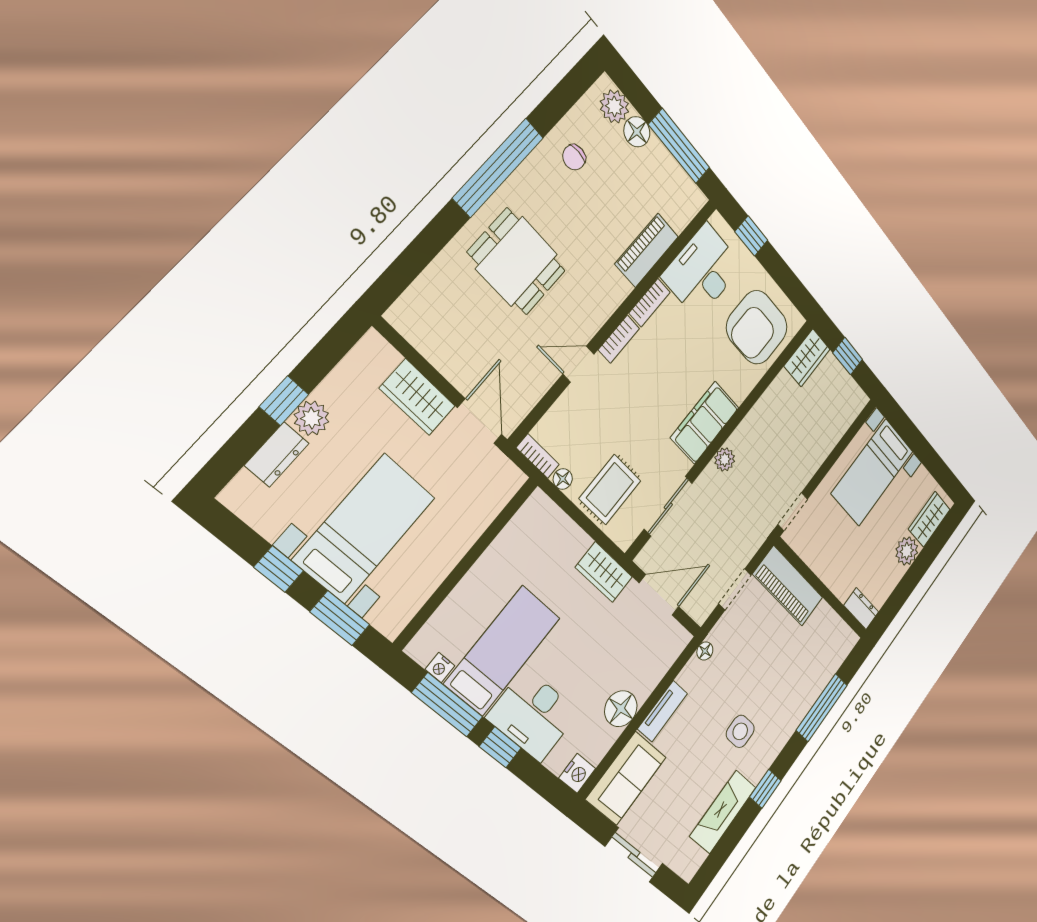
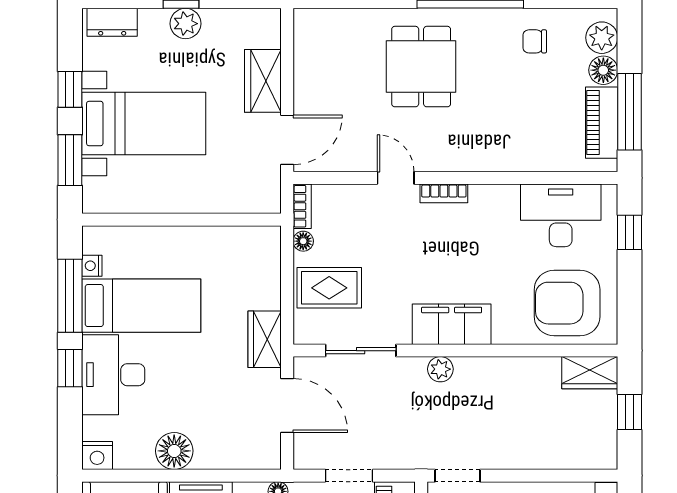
piano: (647, 250) -> (602, 123), moved, turned -90
bookcase: (650, 303) -> (494, 193), removed
dresser: (277, 454) -> (112, 22), moved

